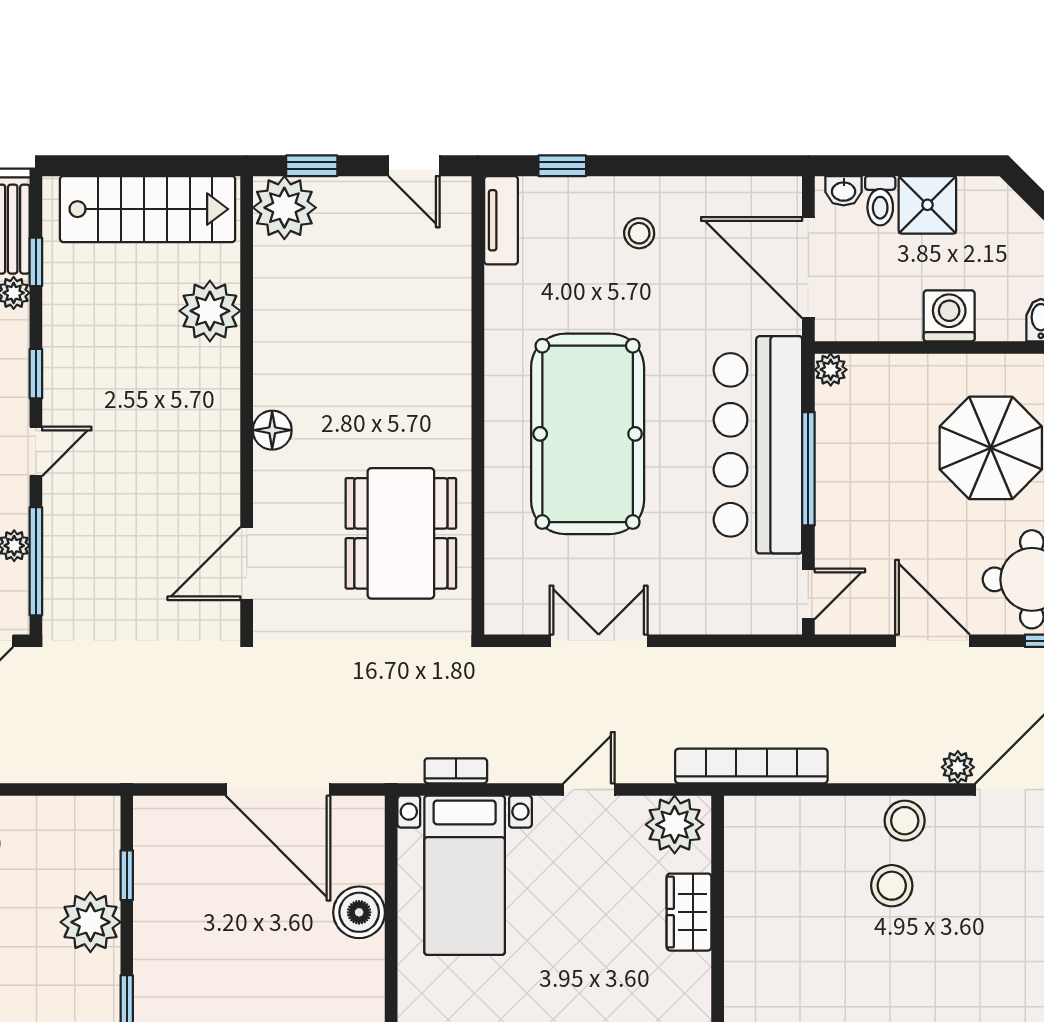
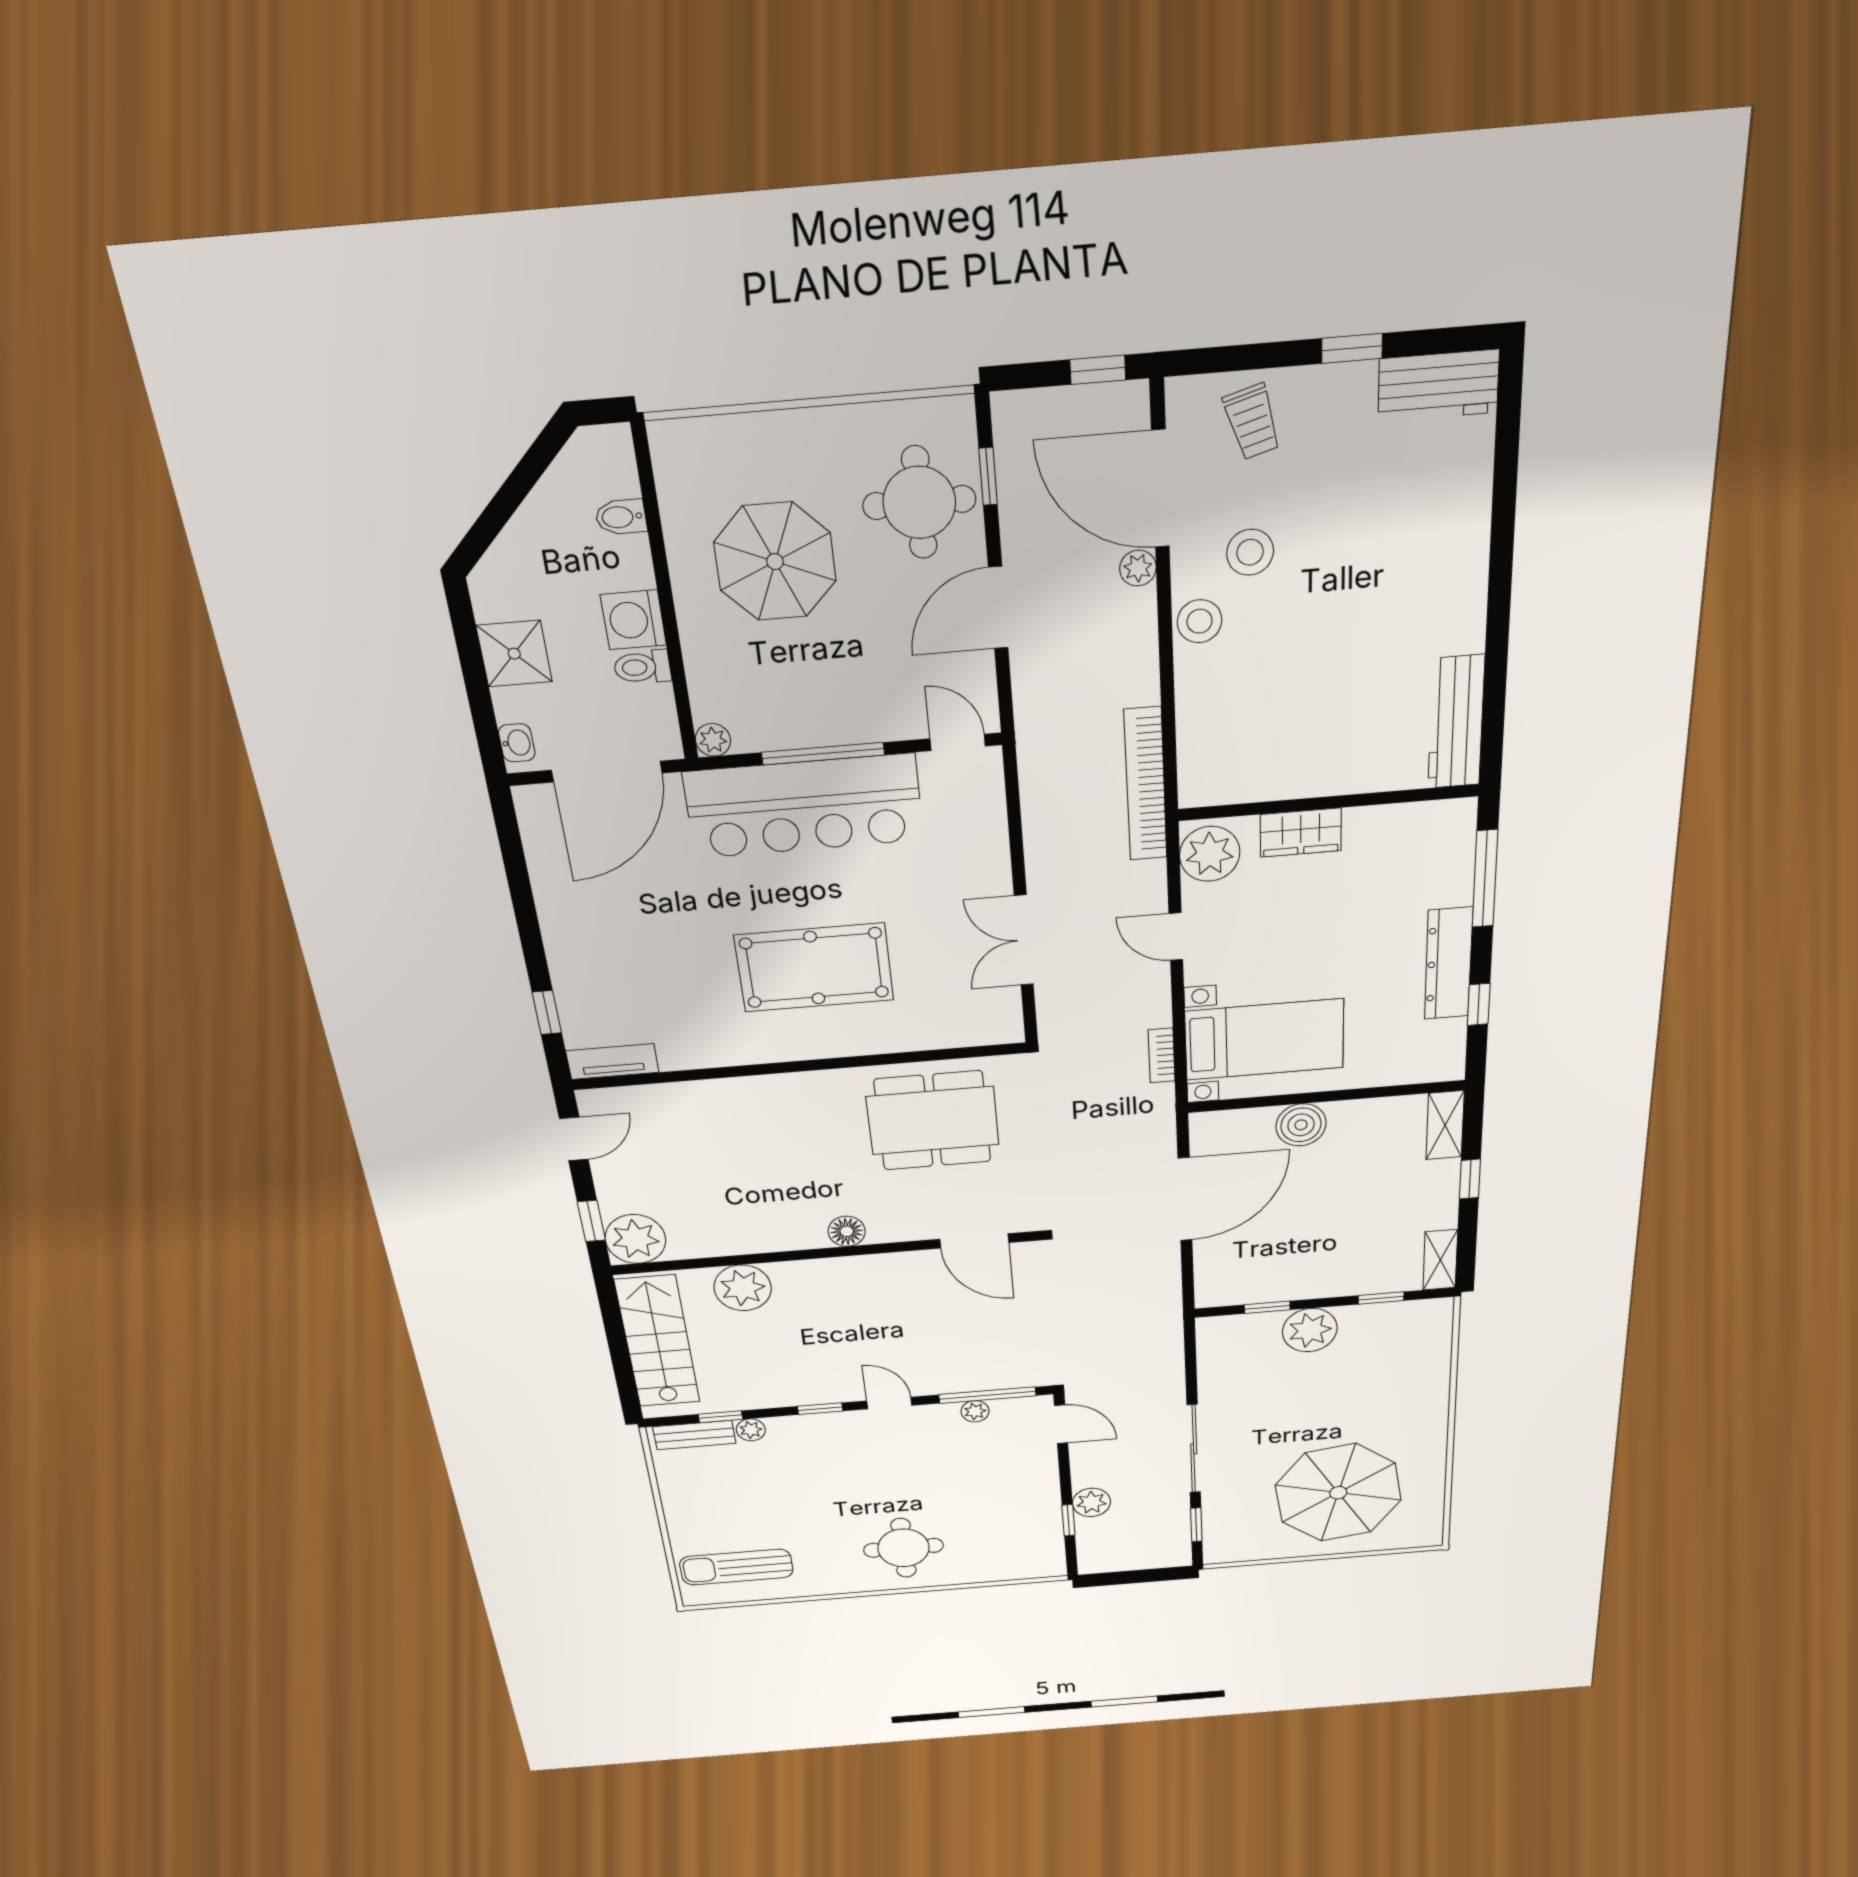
toilet: (880, 201) -> (642, 667), moved, turned 180
stool: (639, 233) -> (601, 938), removed
pool table: (588, 434) -> (814, 968), width x0.73, depth x0.76
stool: (892, 886) -> (1250, 552), moved

